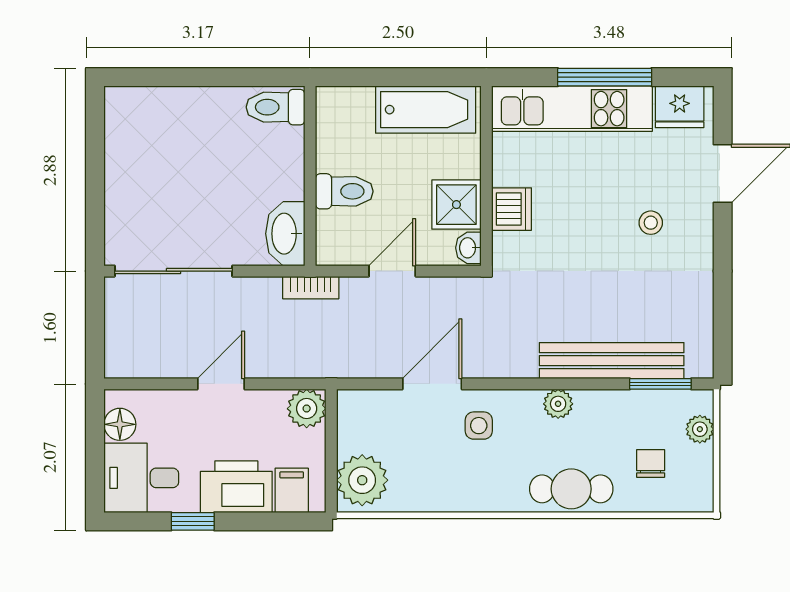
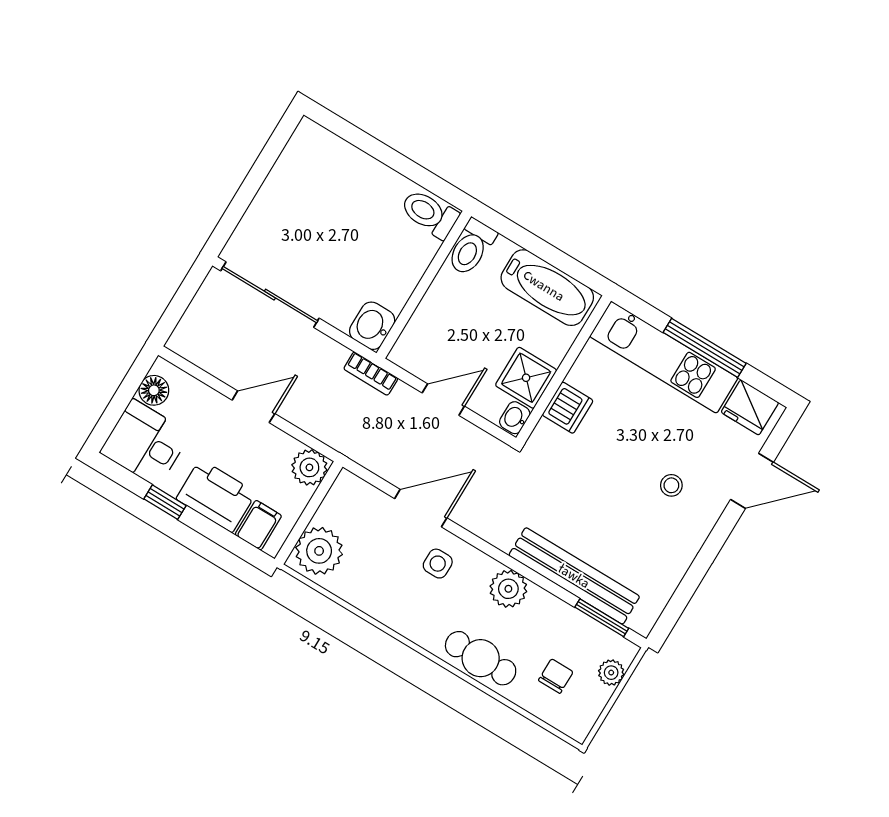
toilet: (344, 191) -> (471, 247), moved, turned 90
washbasin: (285, 234) -> (372, 326), width x0.72
plant: (558, 404) -> (508, 589), width x1.38, depth x1.38

